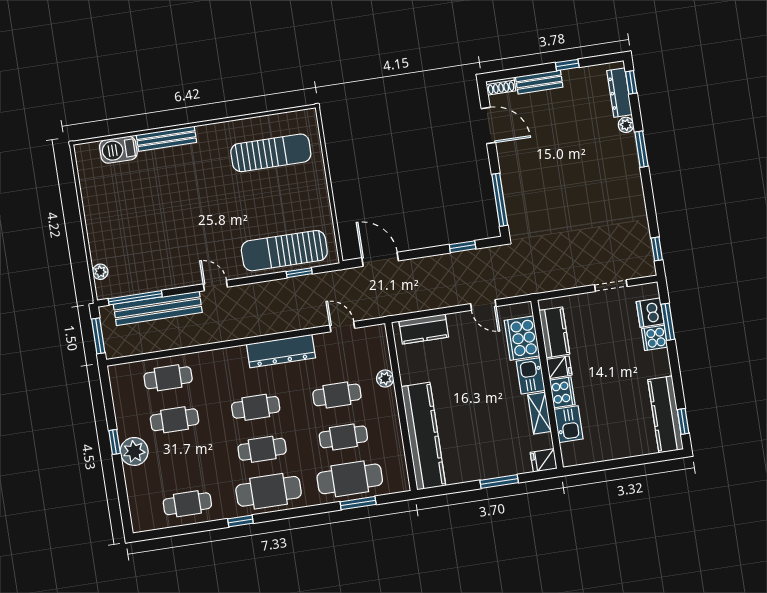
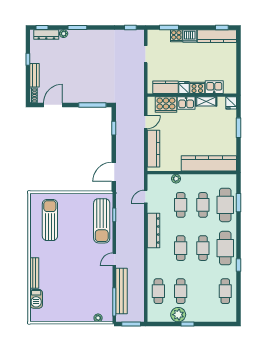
dishwasher: (650, 313) -> (190, 36), moved
kitchen counter: (424, 329) -> (153, 149), width x1.50
plant: (134, 451) -> (178, 315), moved

